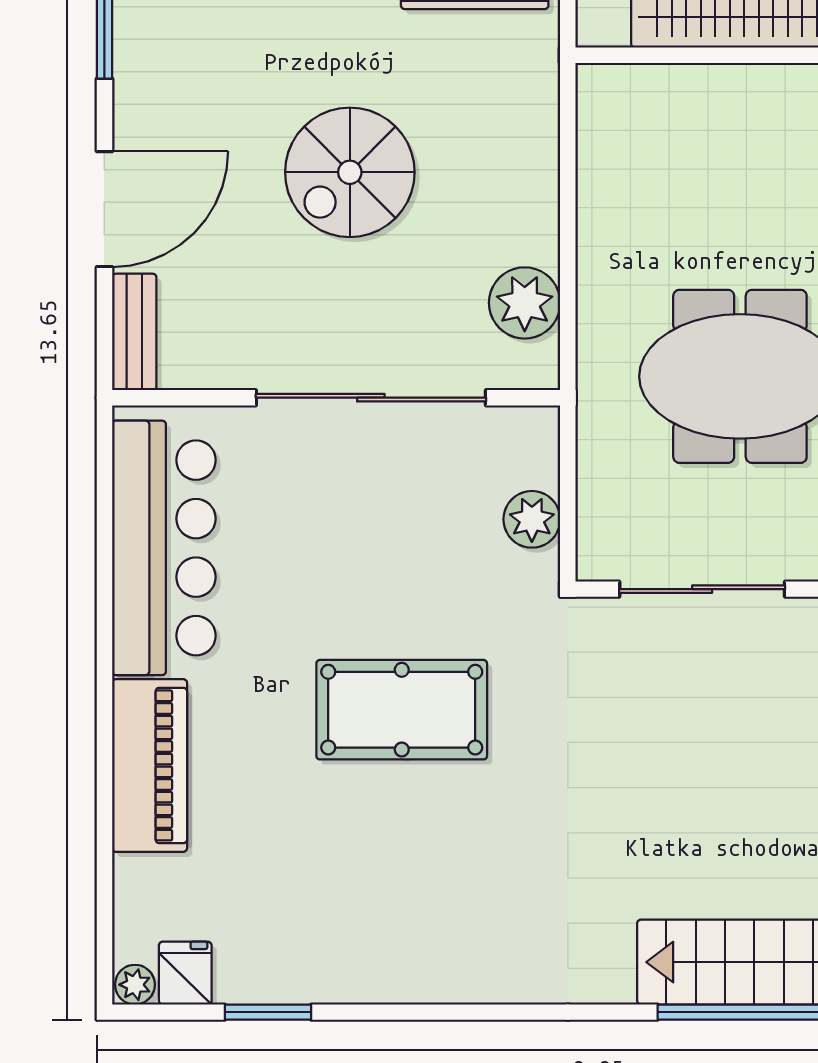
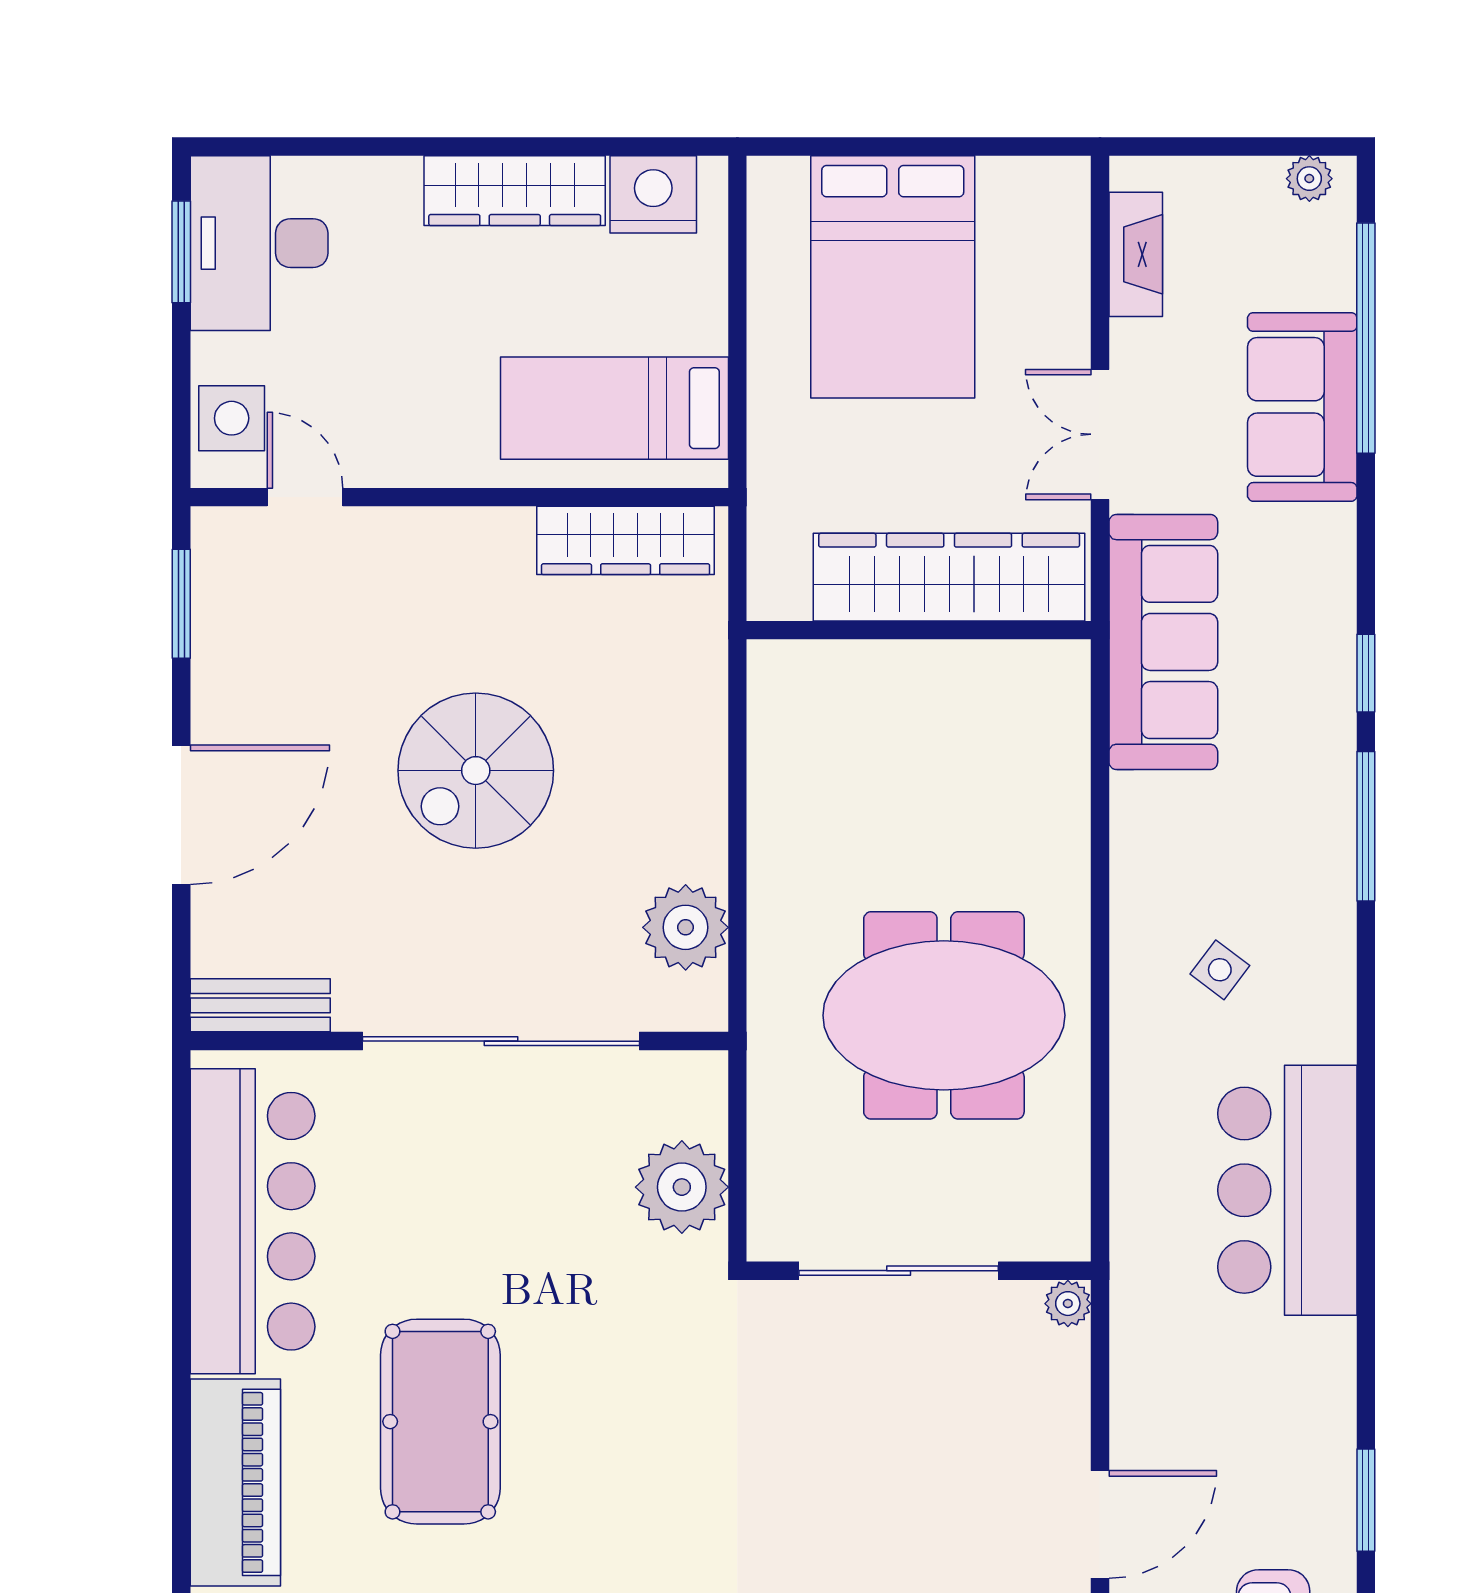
bench: (134, 332) -> (260, 1005), moved, turned 90
plant: (532, 519) -> (682, 1187), width x1.36, depth x1.36
pool table: (402, 710) -> (440, 1422), moved, turned 90

